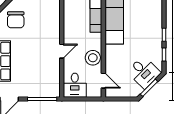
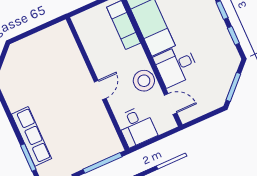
chair: (16, 20) -> (23, 77), removed
desk: (144, 72) -> (176, 65), moved, turned 135

